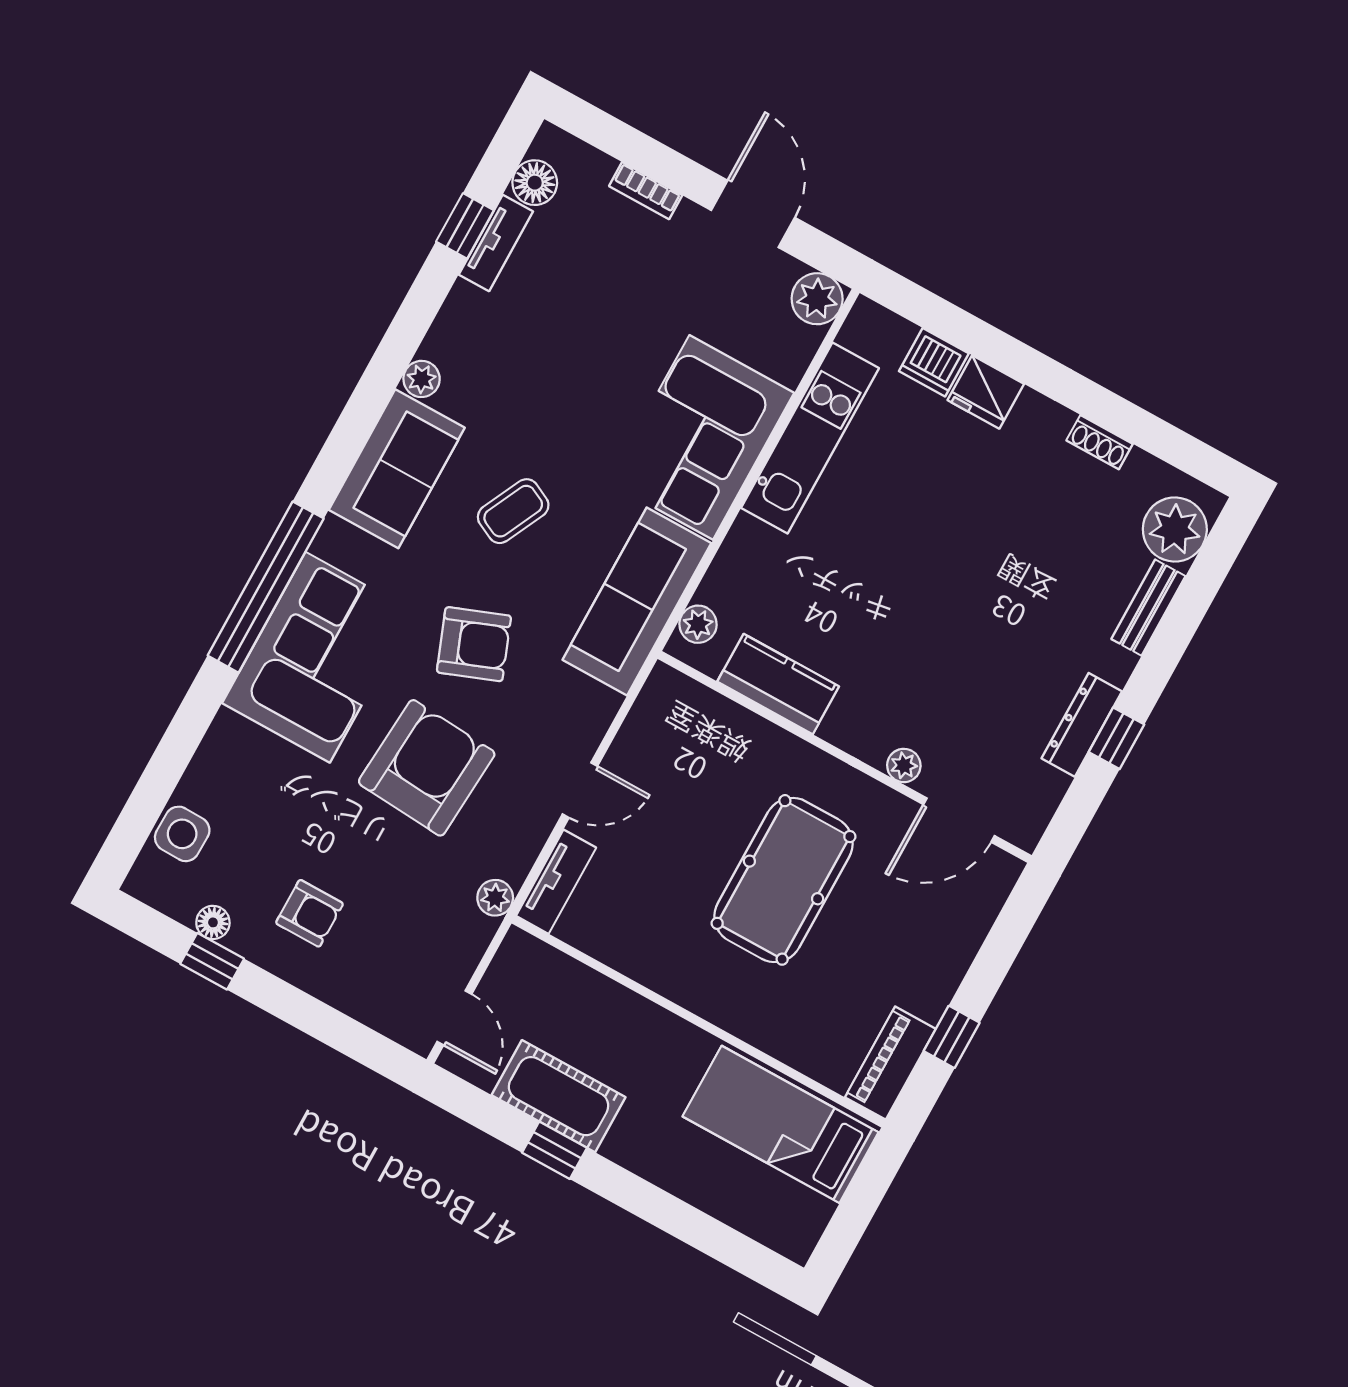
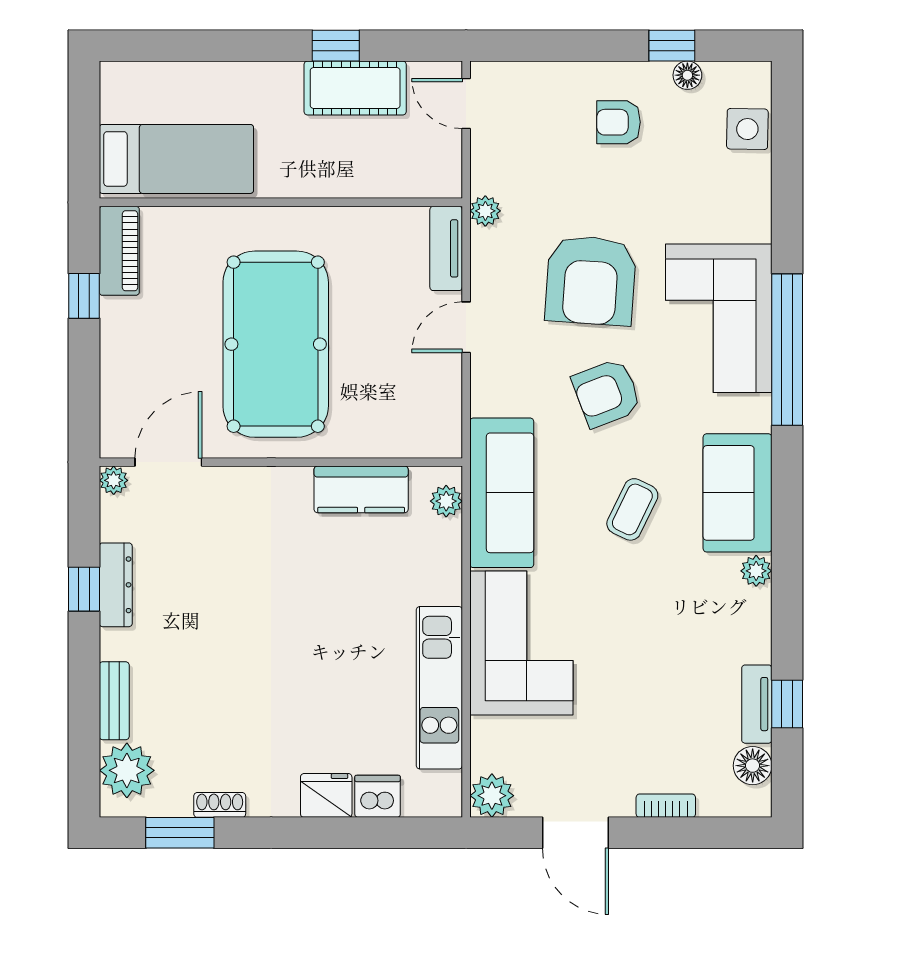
window: (1156, 436) -> (180, 833), added
plant: (904, 766) -> (114, 480), moved
pool table: (783, 880) -> (276, 344), width x1.36, depth x1.32

